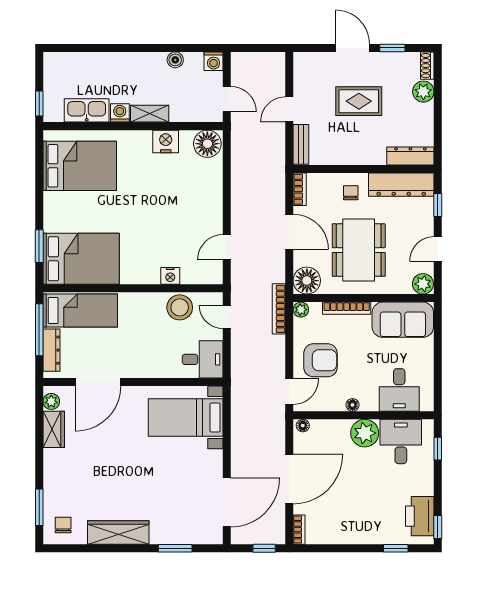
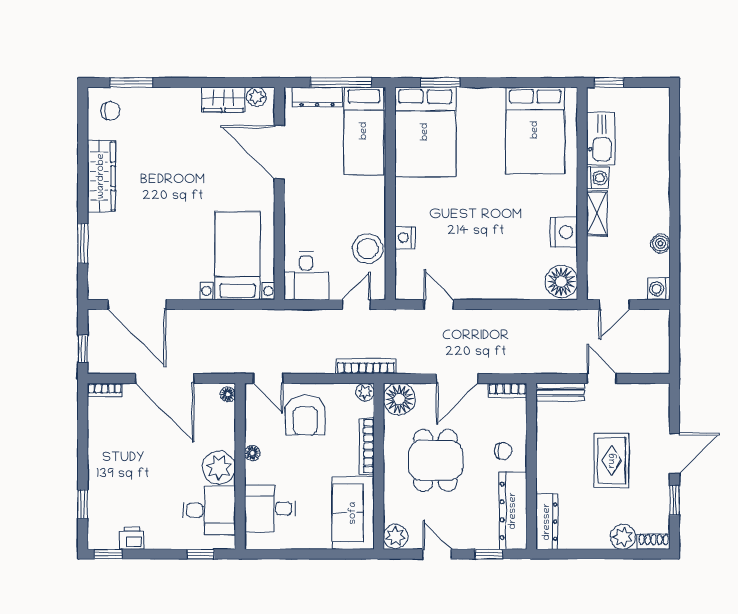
dining table: (359, 250) -> (435, 460), width x0.73
printer: (420, 516) -> (132, 538), width x0.53, depth x0.68

